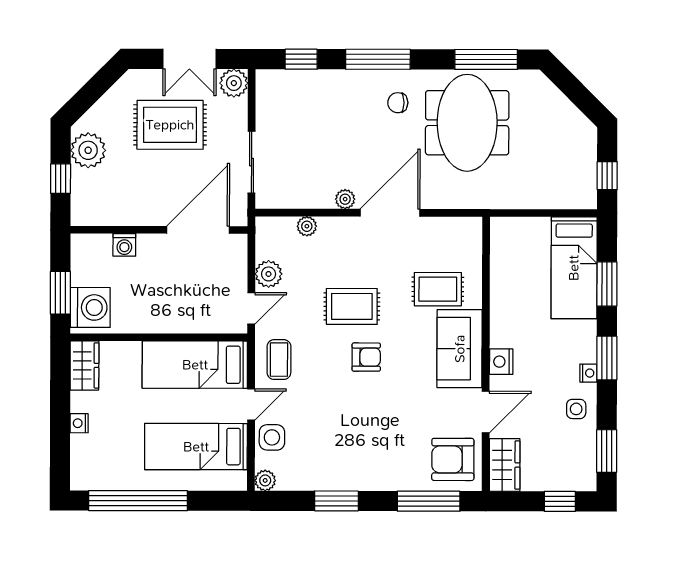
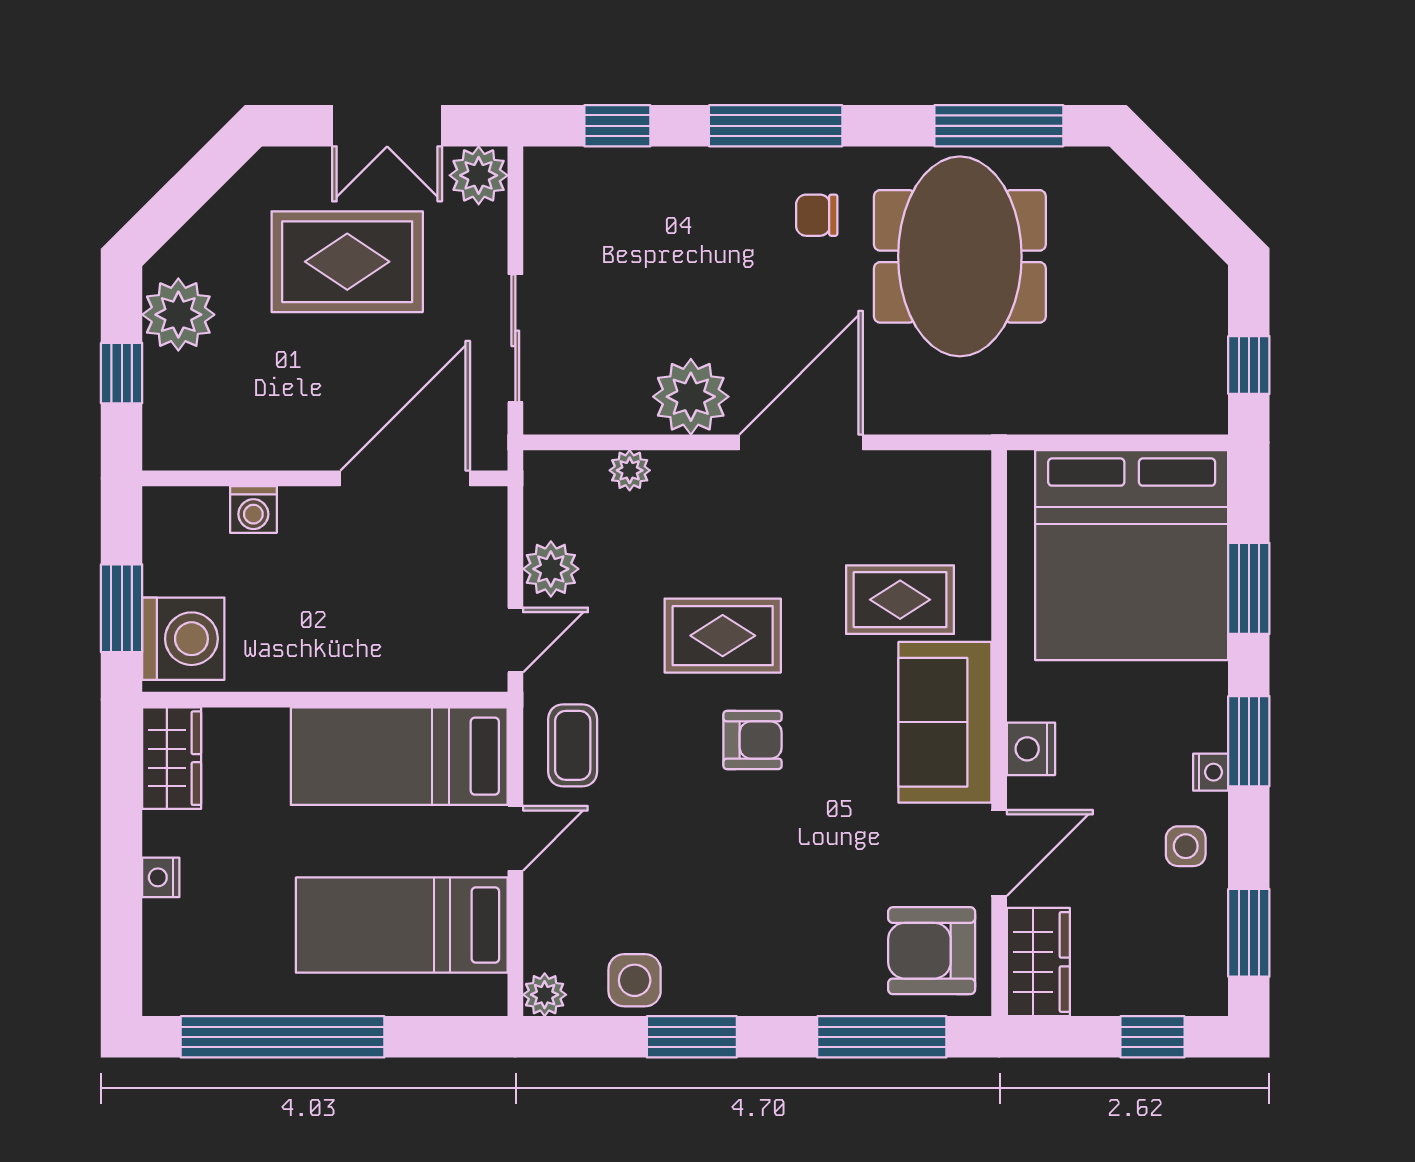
plant: (345, 199) -> (691, 397), width x1.88, depth x1.88
bed: (574, 268) -> (1132, 555), width x2.04
side table: (272, 437) -> (635, 980), moved

